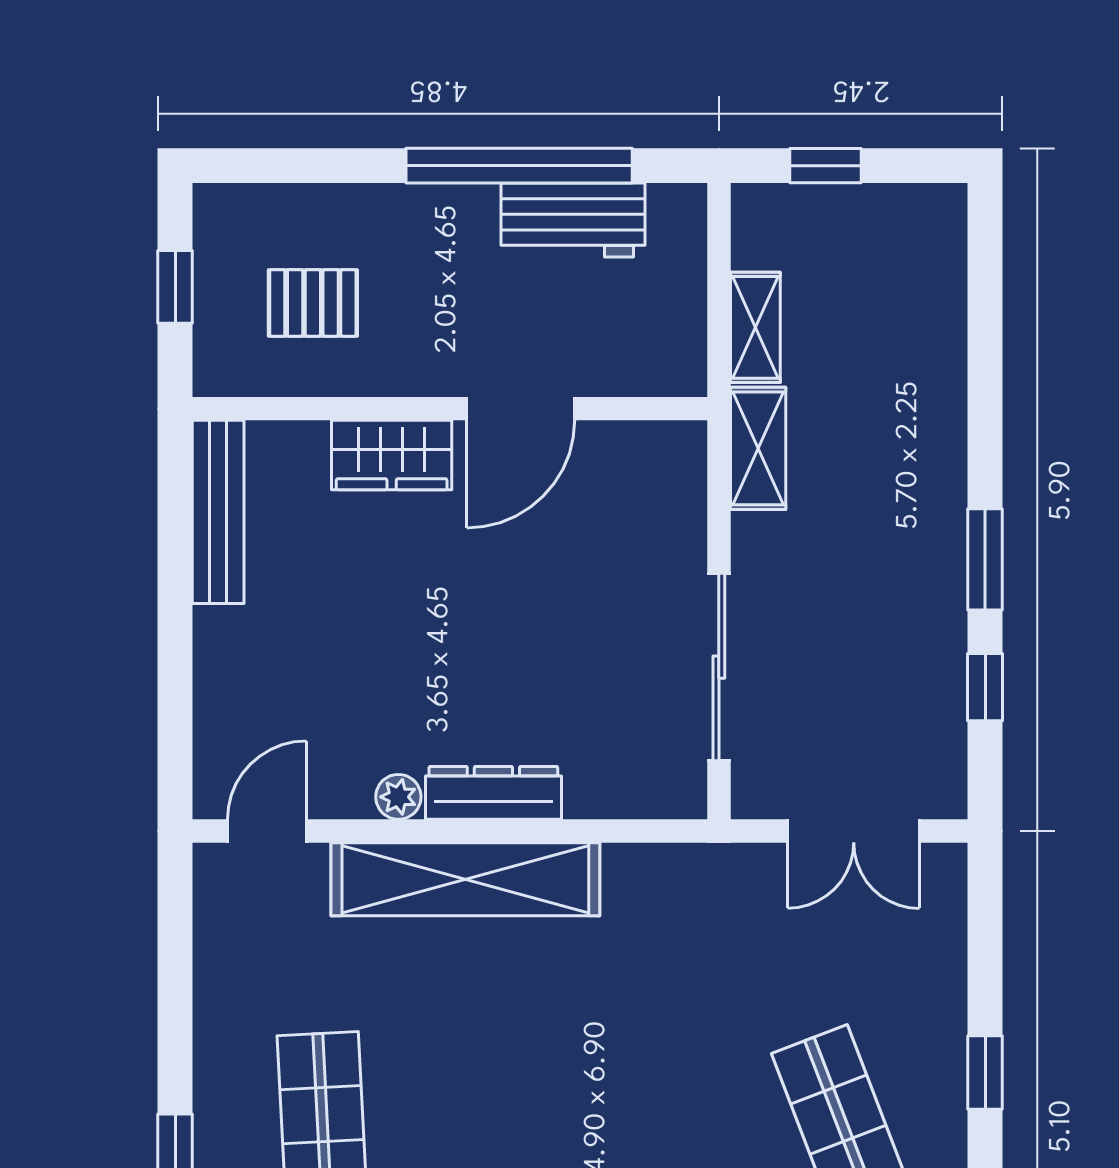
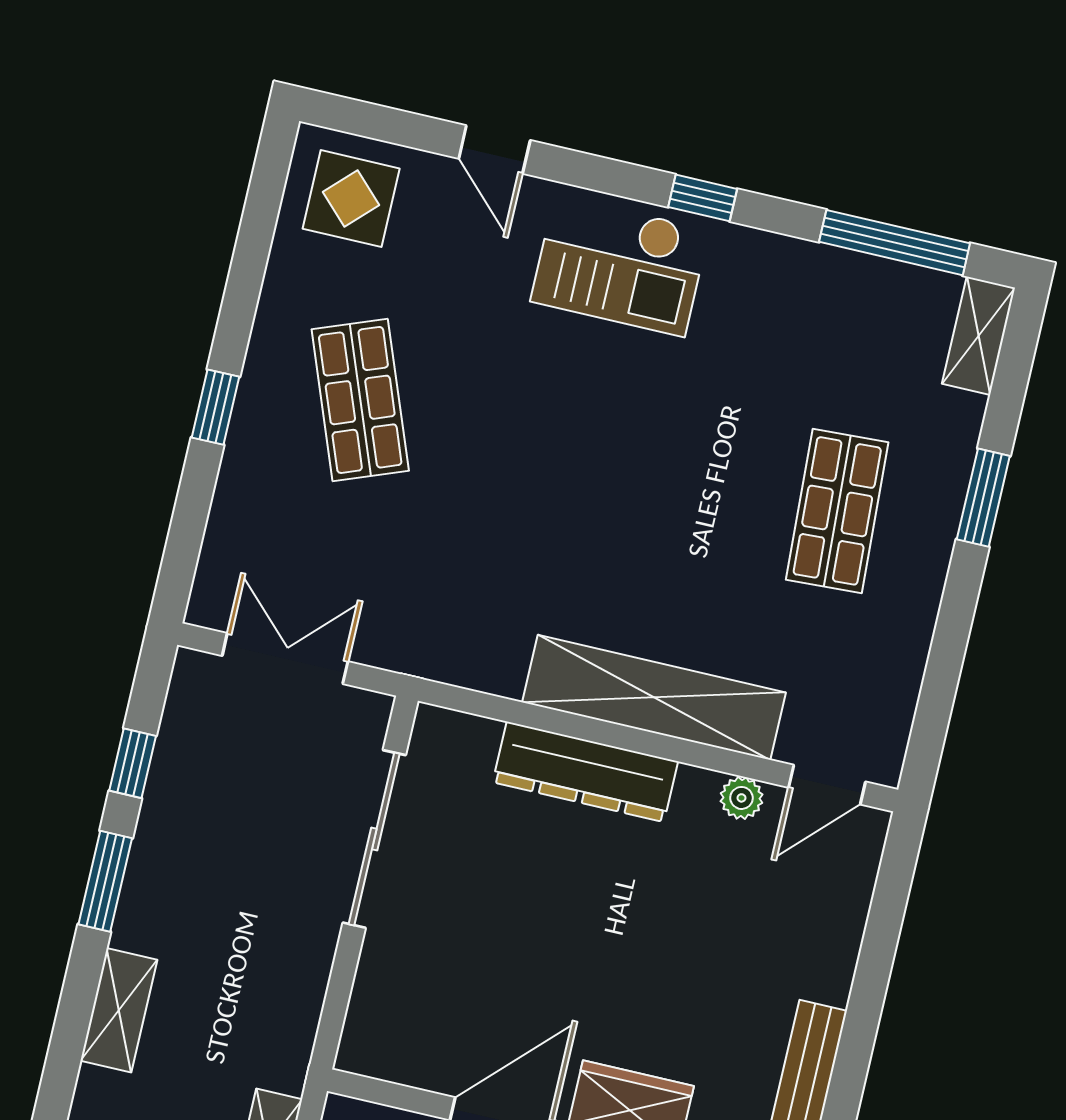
shelving: (758, 448) -> (119, 1010), moved
dresser: (493, 793) -> (585, 772), width x1.37, depth x1.24
plant: (398, 797) -> (741, 798), moved

